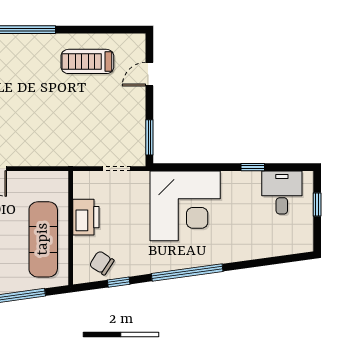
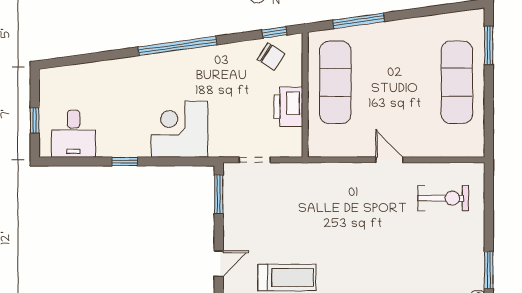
window: (253, 167) -> (125, 161), moved
corner desk: (185, 206) -> (179, 129), width x0.74, depth x0.74
window: (119, 282) -> (274, 32), moved

